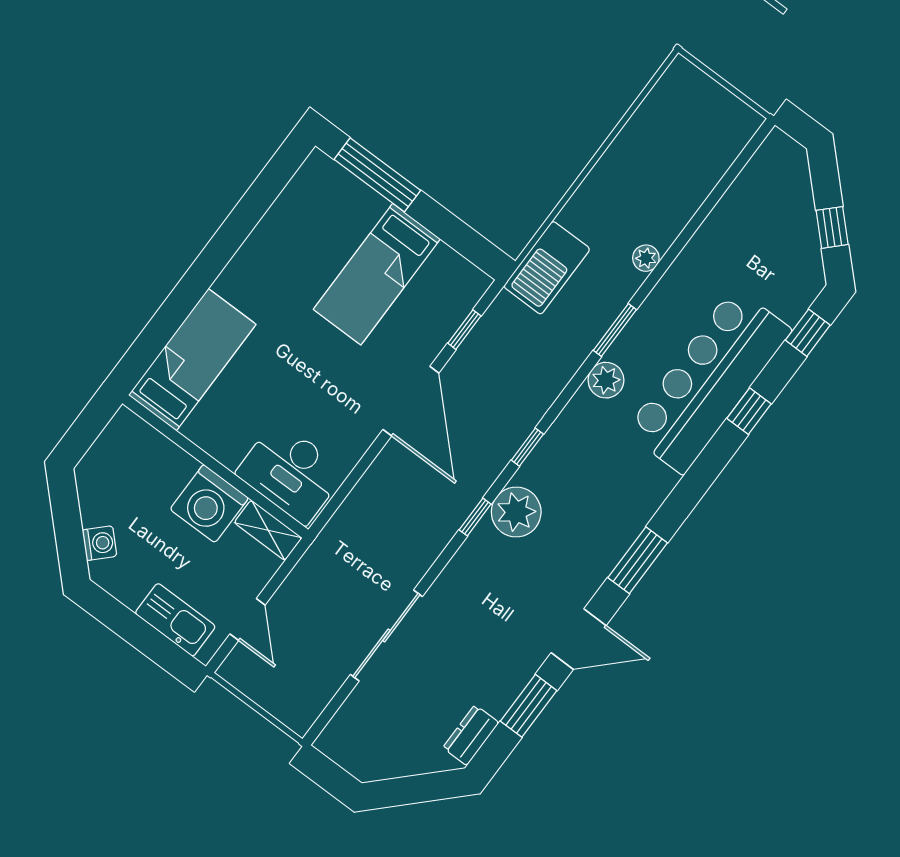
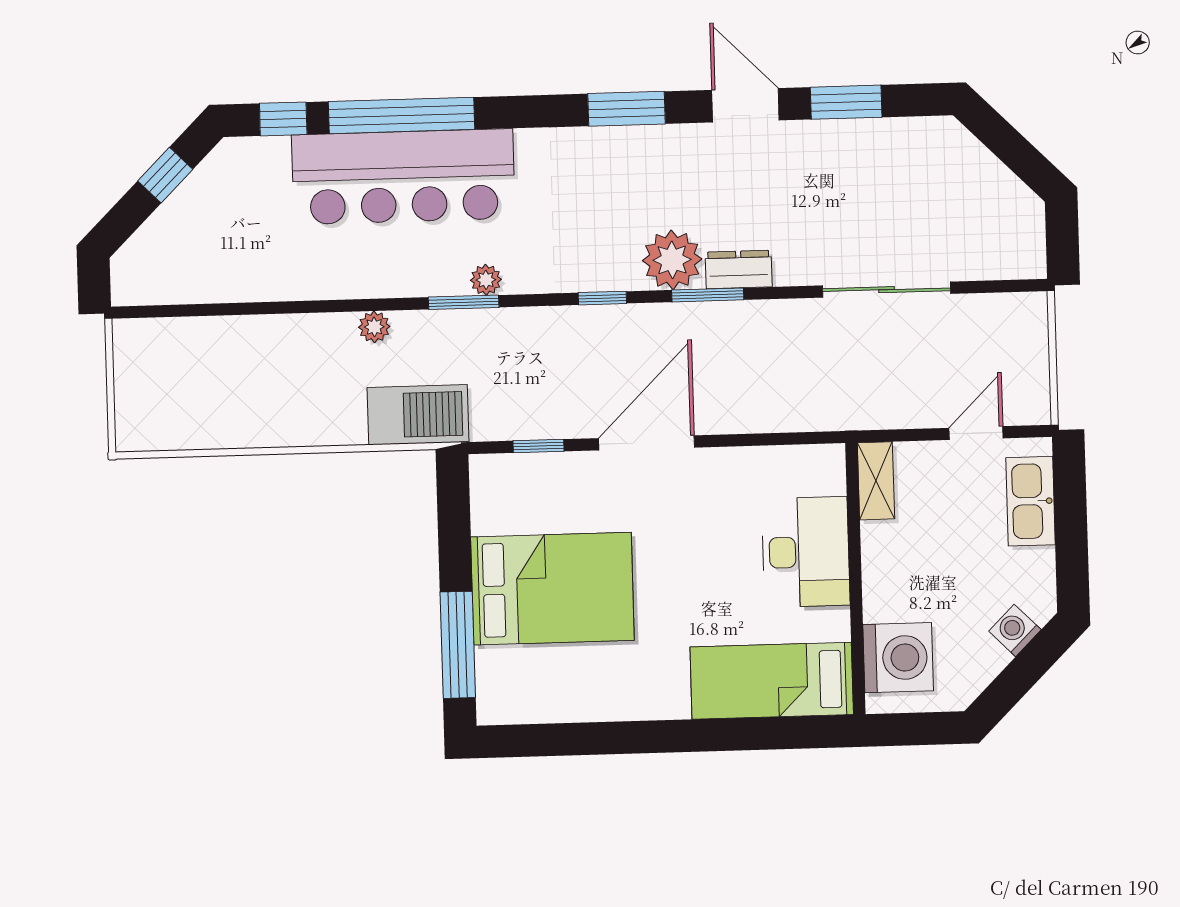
plant: (646, 258) -> (374, 327), moved
bed: (377, 274) -> (552, 589), width x1.50
window: (615, 330) -> (464, 302), moved
plant: (606, 380) -> (486, 280), width x0.73, depth x0.73
window: (749, 411) -> (402, 115), width x3.17
desk: (291, 472) -> (806, 552), moved
washing machine: (209, 504) -> (898, 658), moved
window: (475, 517) -> (708, 295), width x1.50
dresser: (471, 735) -> (739, 269), moved, turned 180

